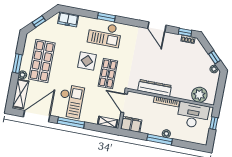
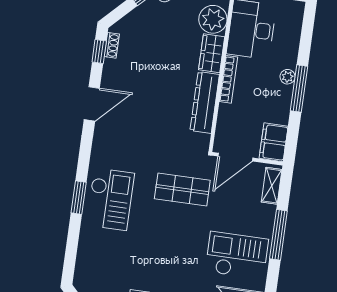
freezer: (68, 19) -> (86, 268), removed
display table: (87, 61) -> (161, 229), removed
wardrobe: (181, 93) -> (212, 53), added
window: (71, 123) -> (278, 235), moved

